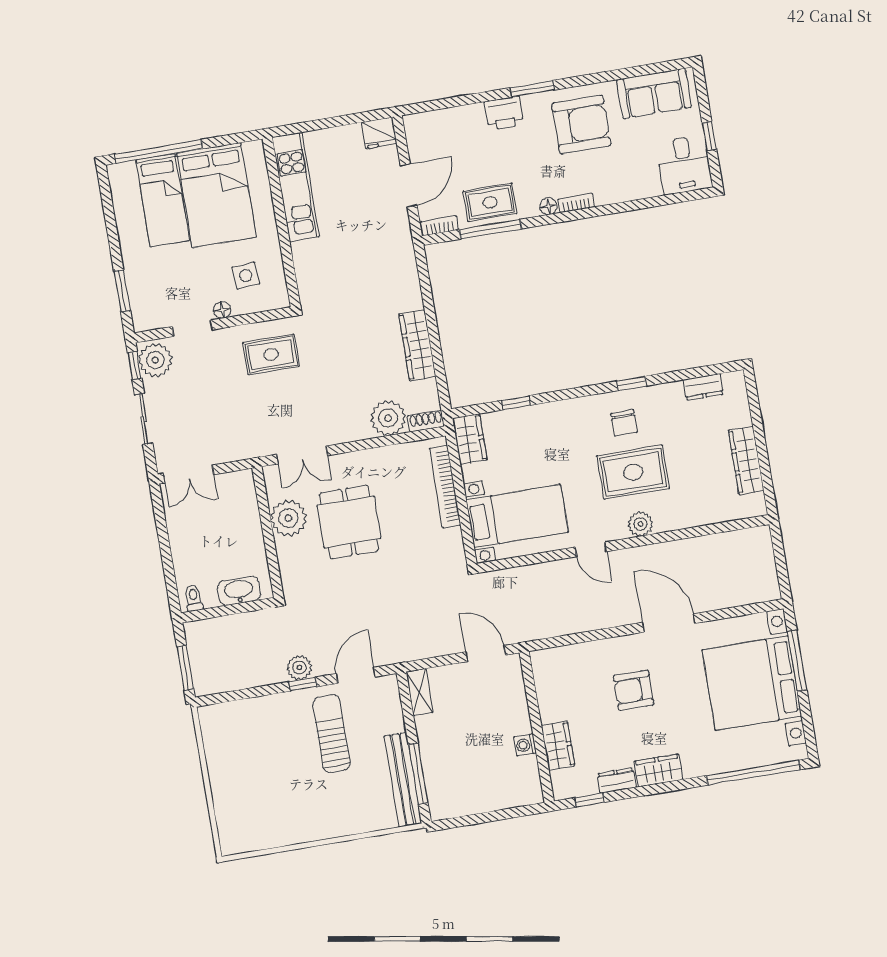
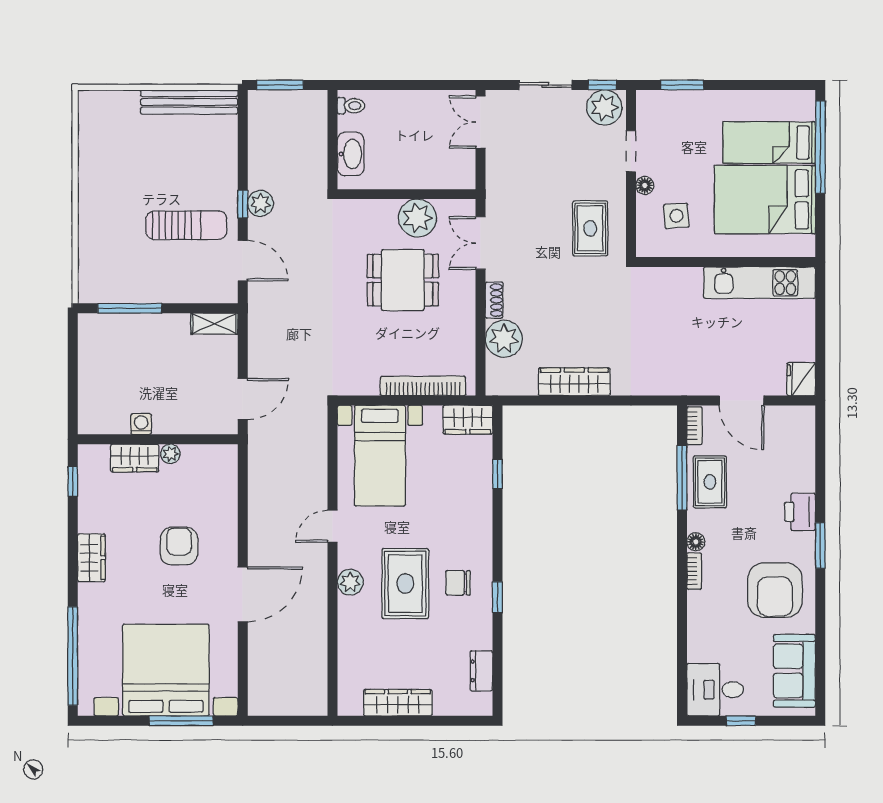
shoe rack: (426, 421) -> (494, 300), moved
plant: (548, 713) -> (170, 454), added
bench: (403, 780) -> (189, 102), moved
dresser: (617, 780) -> (88, 513), removed

